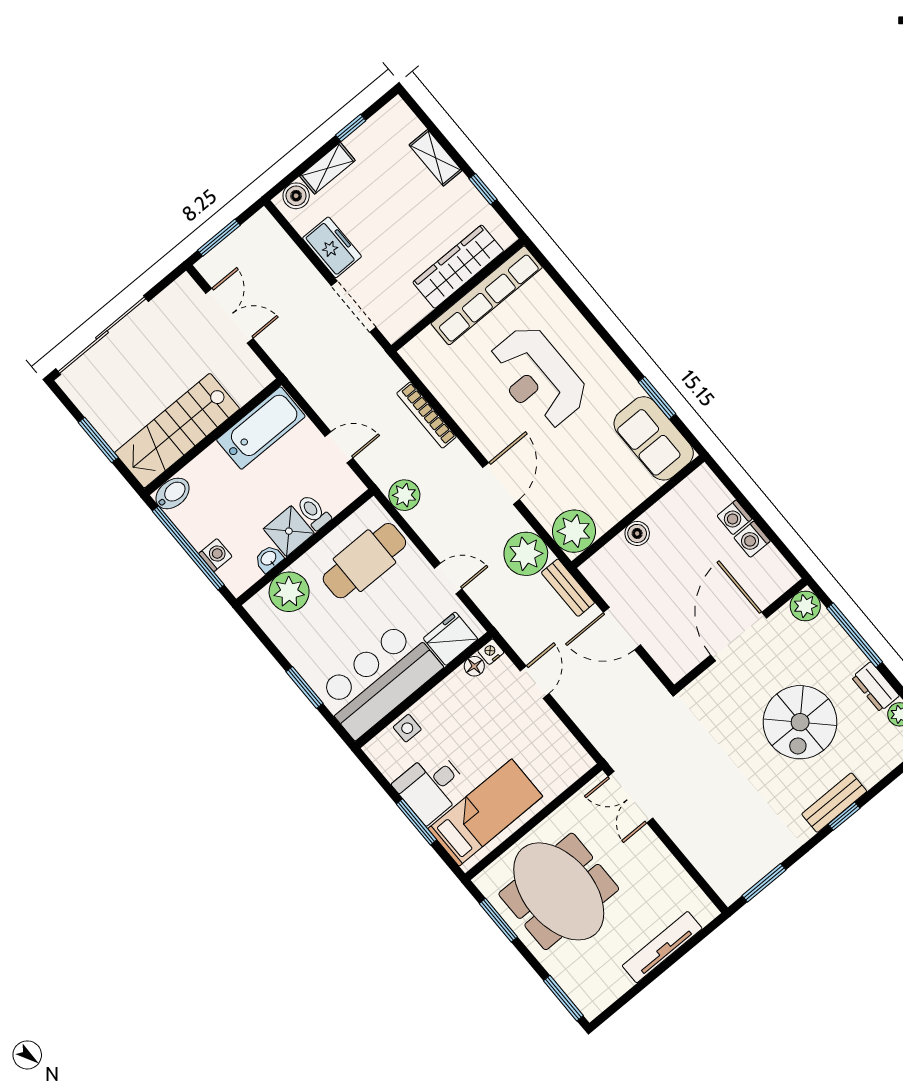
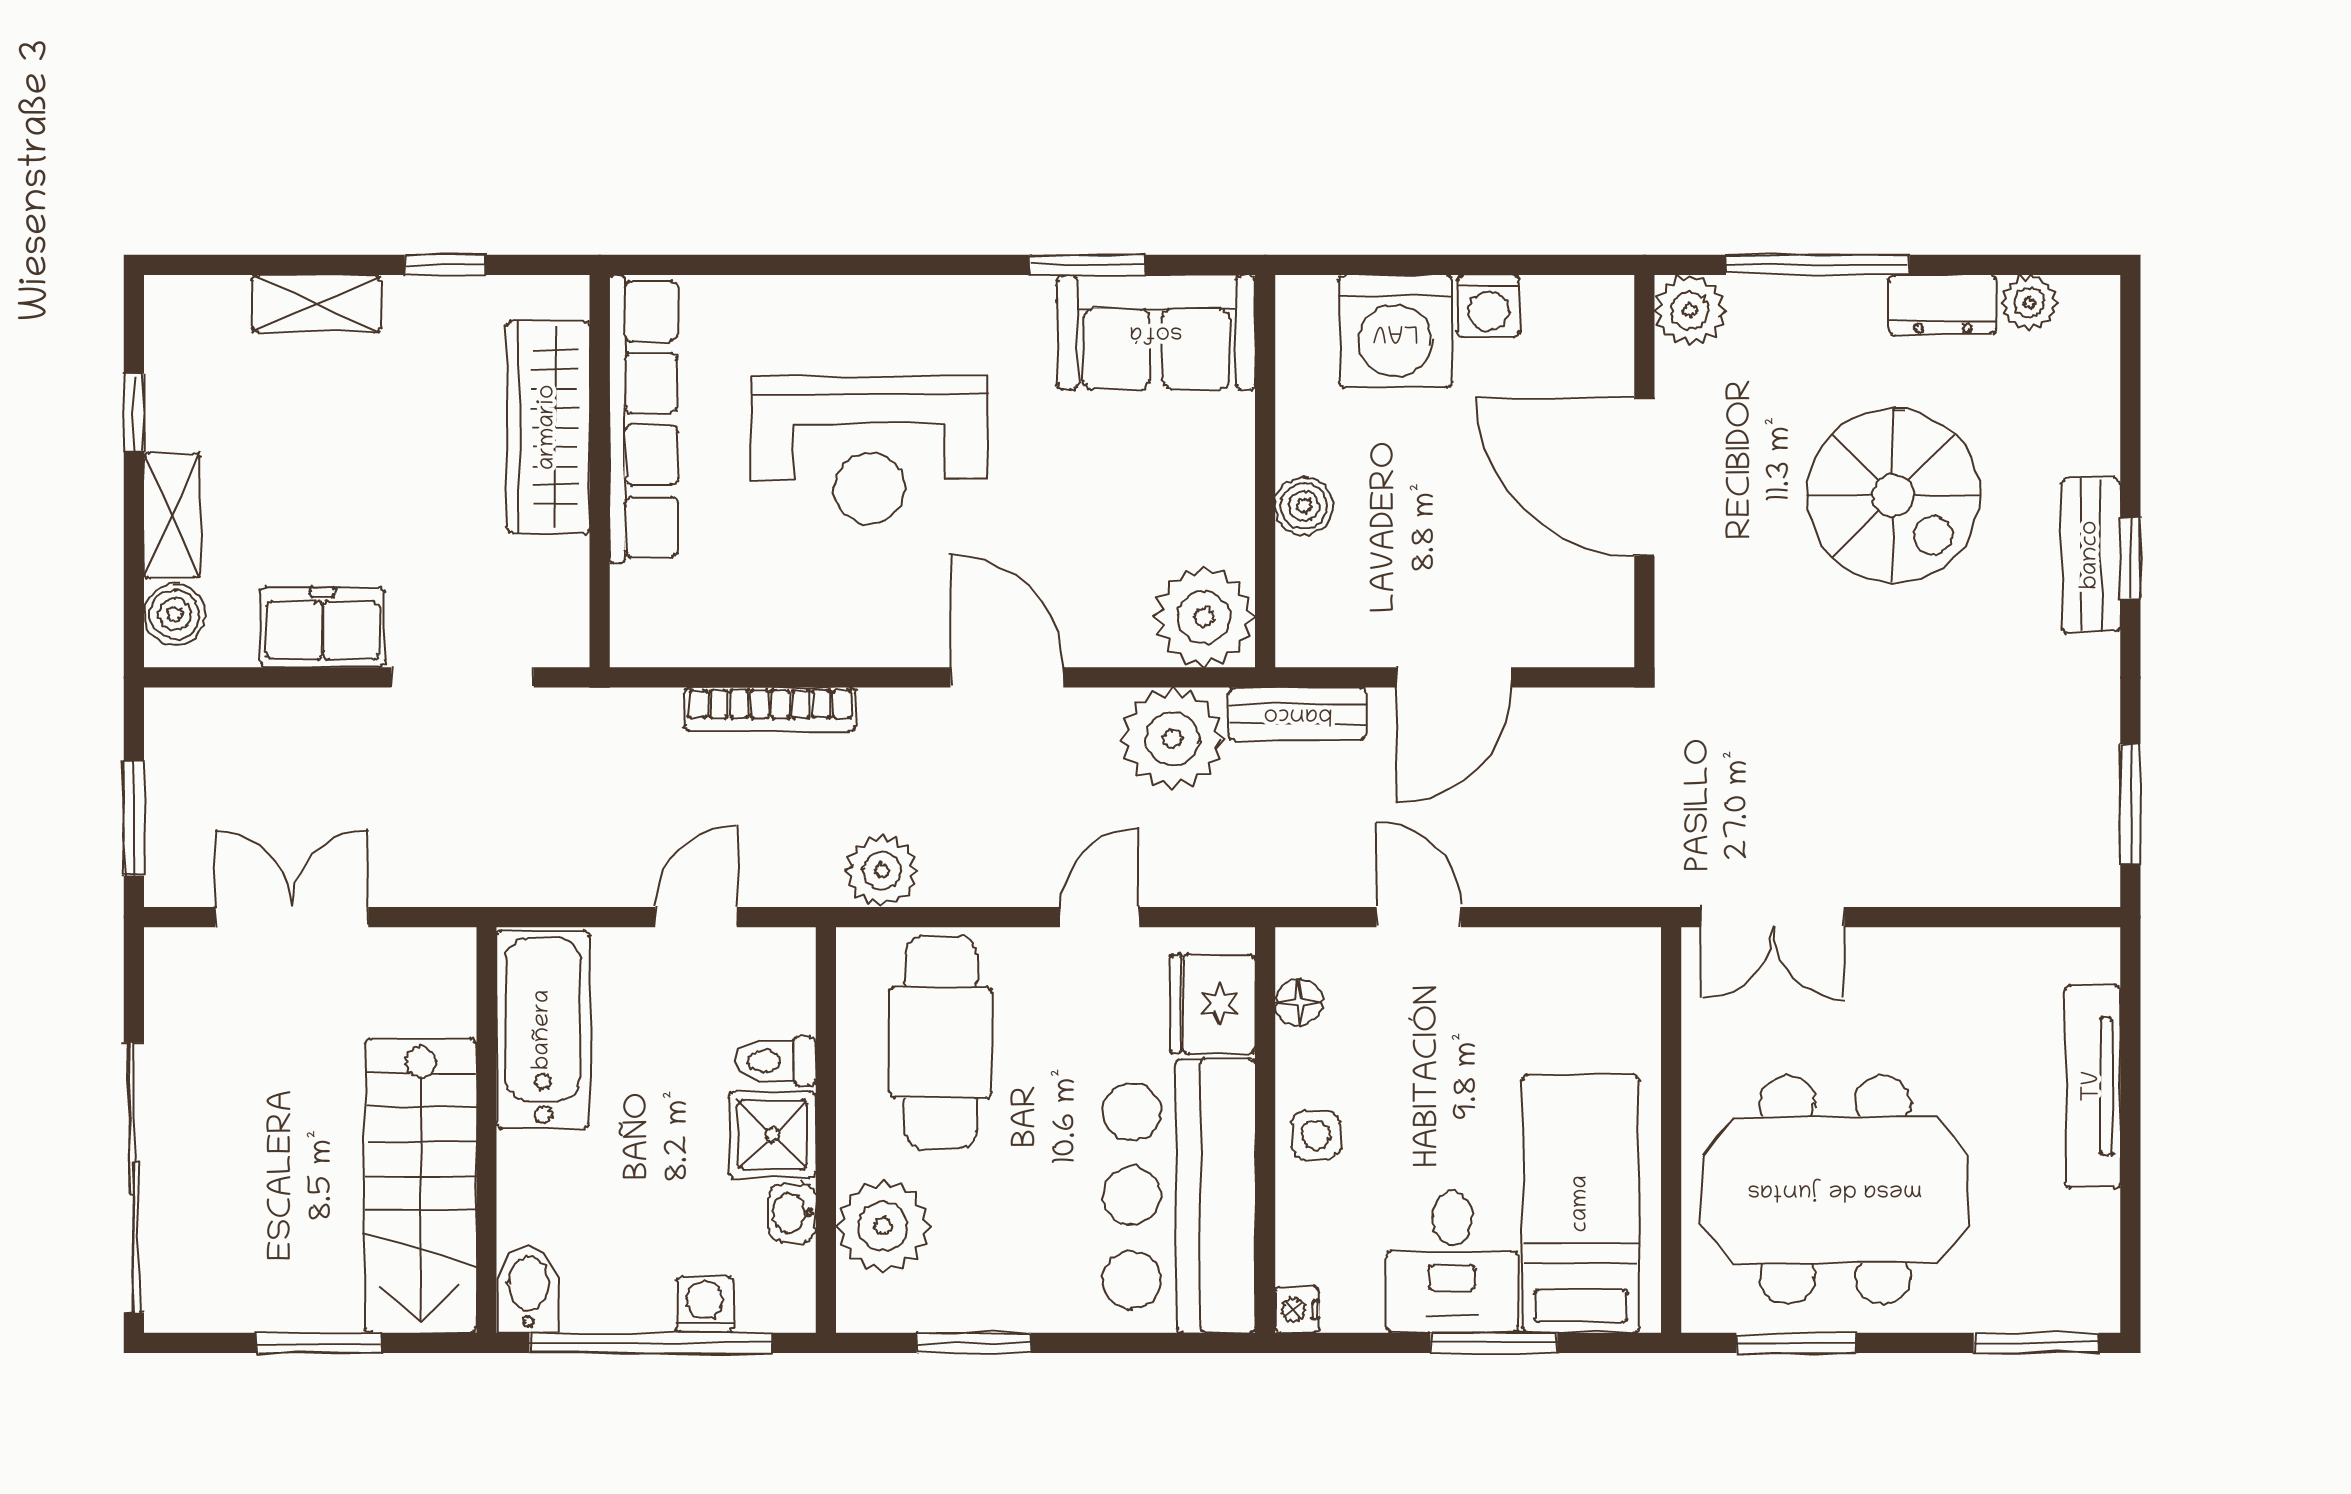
washing machine: (735, 517) -> (1395, 331), width x1.89, depth x1.89
nightstand: (491, 652) -> (1297, 1310), moved
window: (305, 688) -> (974, 1343), moved
side table: (407, 728) -> (1316, 1136), moved

